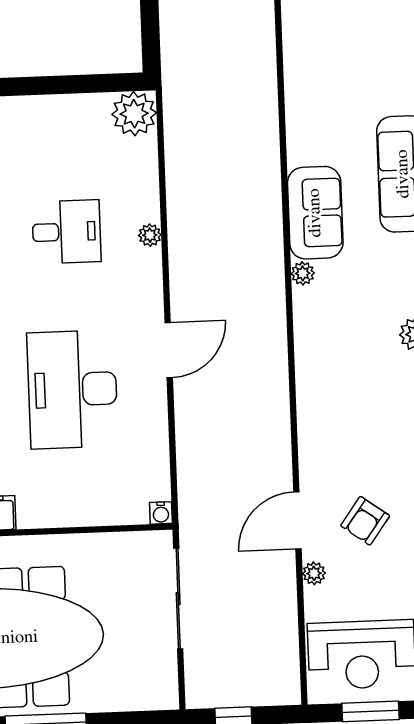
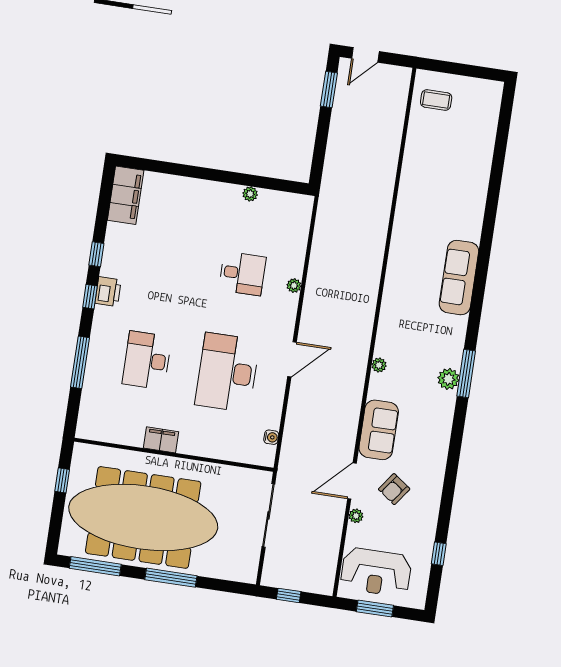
plant: (134, 114) -> (250, 194), moved, width x0.53, depth x0.53
sofa: (315, 213) -> (379, 430), moved
plant: (303, 273) -> (379, 365), moved
water cooler: (161, 513) -> (271, 437), moved, turned -90

